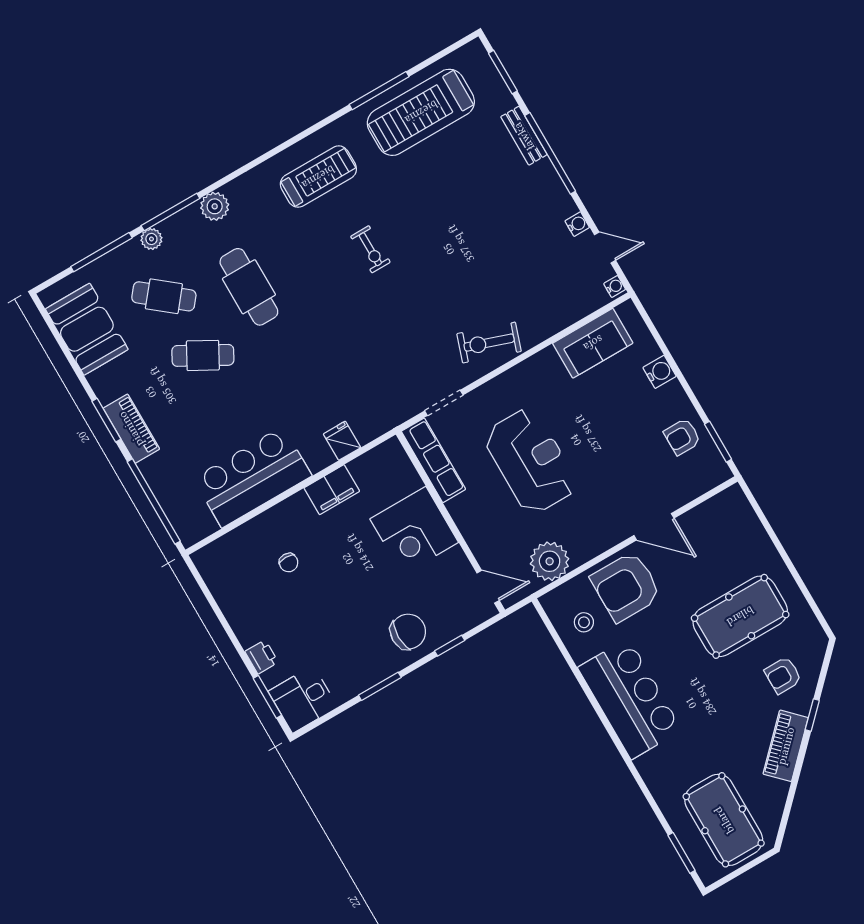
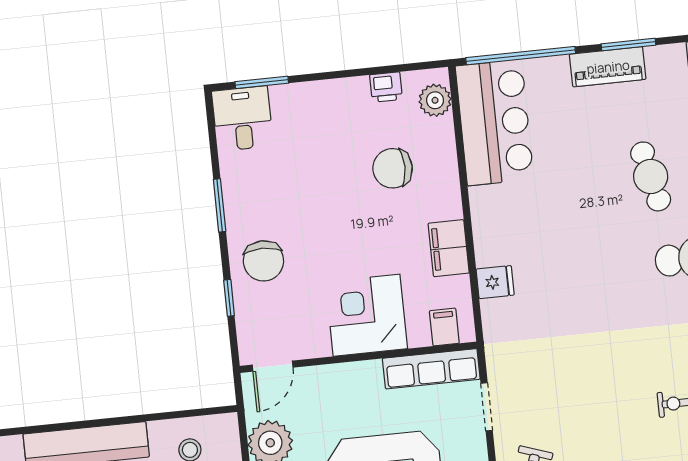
cafe table: (203, 355) -> (651, 176), turned -42
filing cabinet: (396, 465) -> (444, 327), added
bar counter: (252, 477) -> (495, 123), moved
plant: (220, 553) -> (435, 100), added
chair: (289, 563) -> (393, 168), width x1.87, depth x1.87
printer: (262, 657) -> (386, 87), moved

